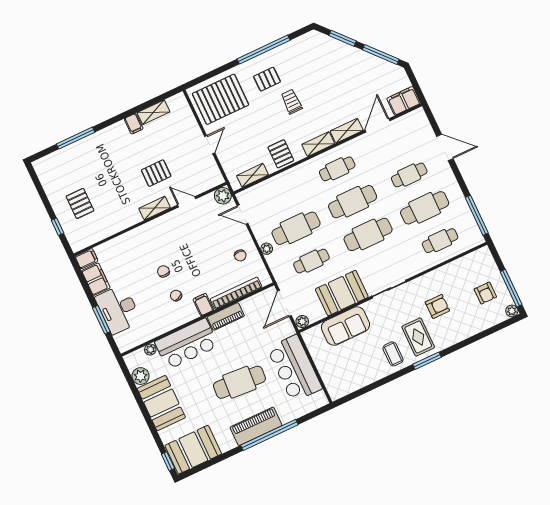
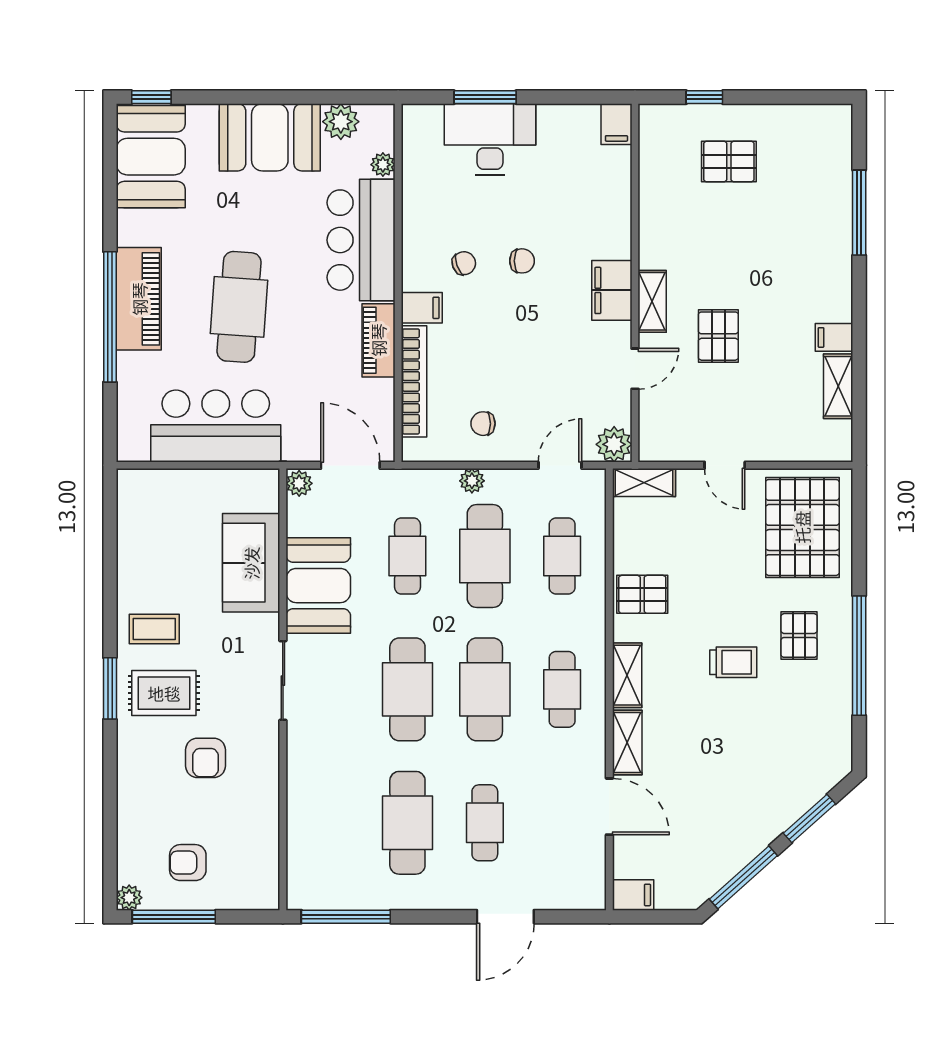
filing cabinet: (404, 101) -> (633, 895), width x0.50
shelving: (252, 175) -> (644, 483), moved, turned 90
cafe table: (440, 241) -> (562, 556), moved
filing cabinet: (96, 279) -> (612, 290), moved, turned 90

